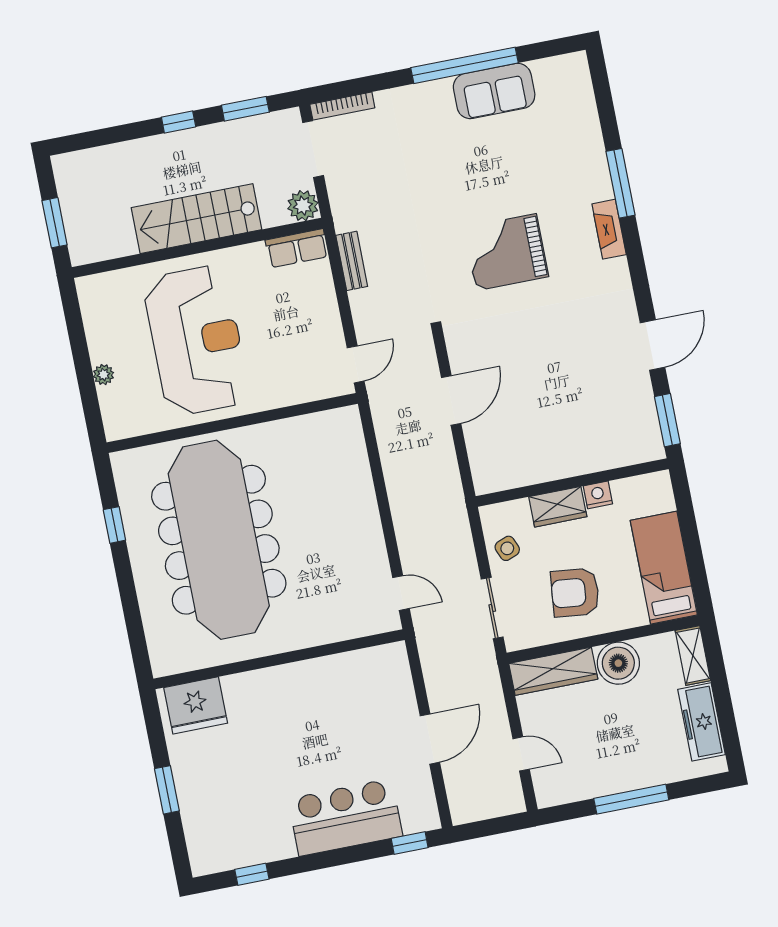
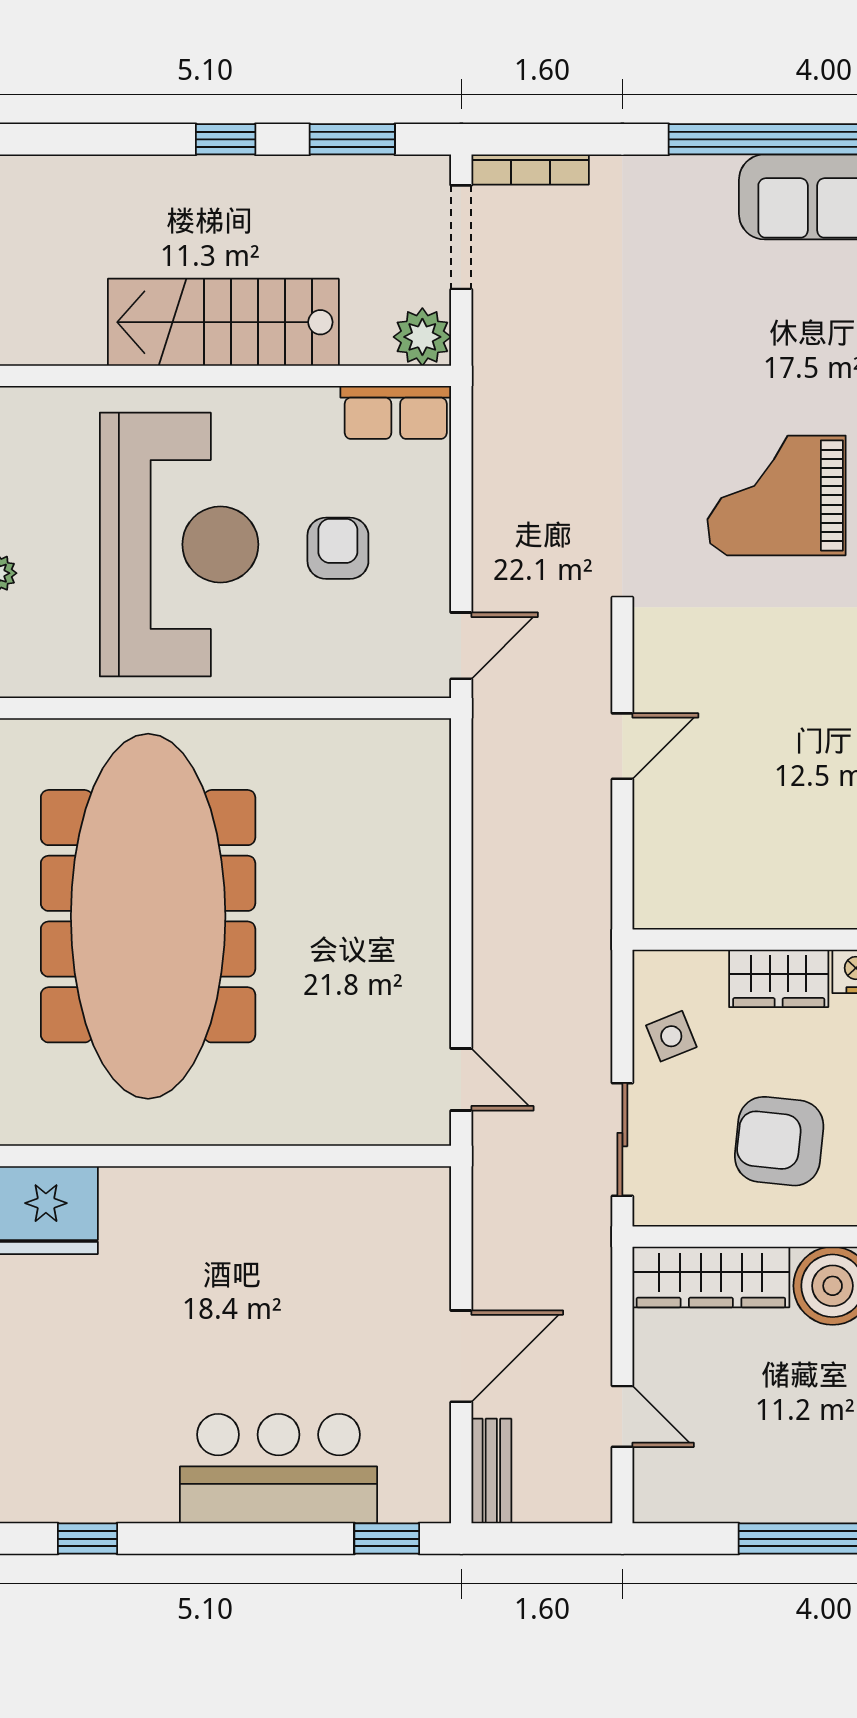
bench: (352, 261) -> (491, 1471), moved
armchair: (280, 326) -> (338, 548), added
door: (451, 401) -> (622, 746), width x0.73

